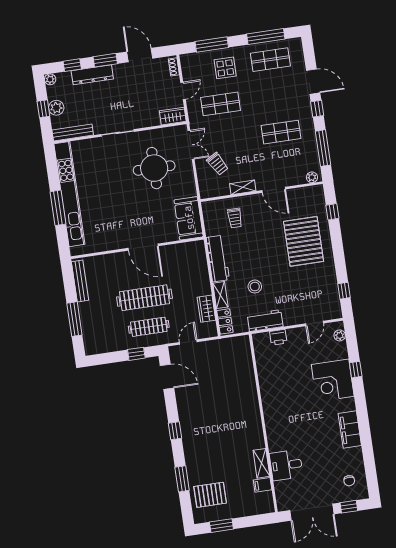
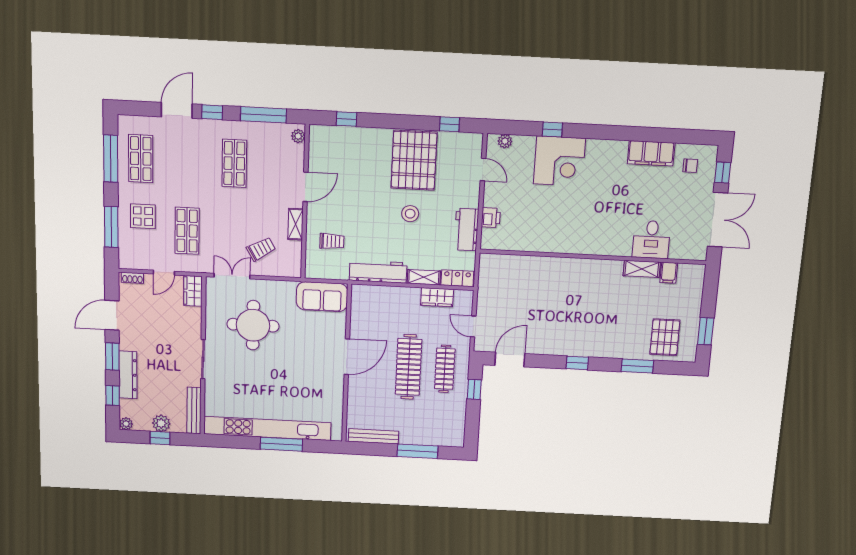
door: (183, 91) -> (164, 273), swing flipped
pallet: (304, 241) -> (414, 160), moved, turned 90
stool: (255, 287) -> (410, 214), moved
filing cabinet: (350, 429) -> (651, 153), moved

